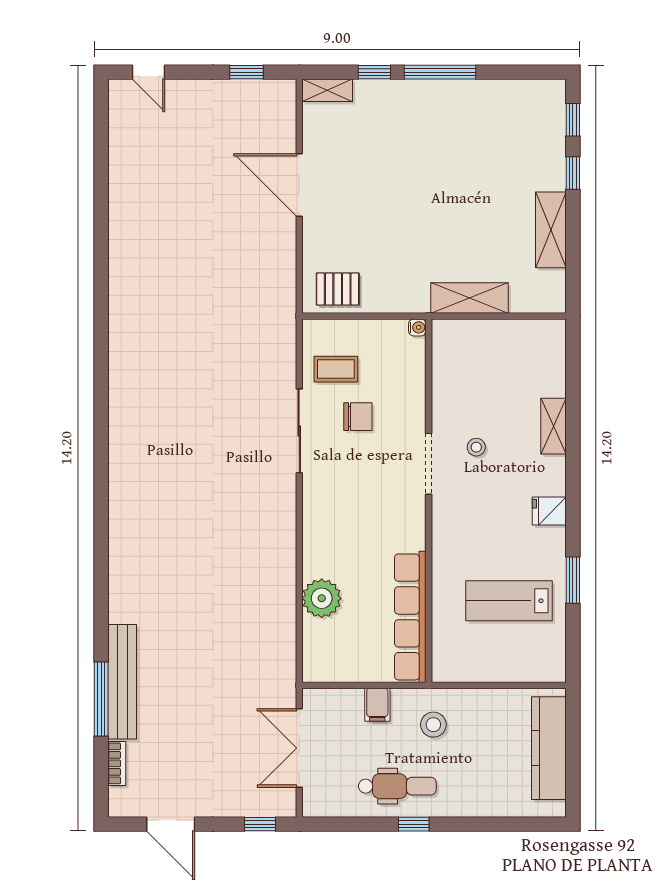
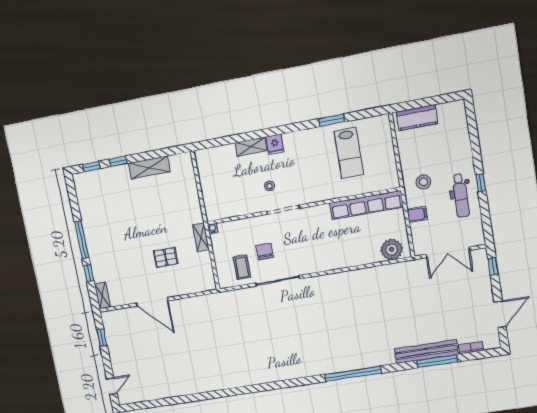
door: (299, 185) -> (152, 302), hinge flipped
pallet: (338, 289) -> (166, 257), moved, turned 90
shelving: (469, 298) -> (201, 237), moved, width x0.67, depth x0.75
fridge: (549, 511) -> (275, 144), moved
window: (101, 541) -> (353, 374), added
plant: (322, 598) -> (392, 249), moved
kitchen counter: (549, 748) -> (417, 118), width x0.67
dental chair: (397, 786) -> (461, 196), turned 180

